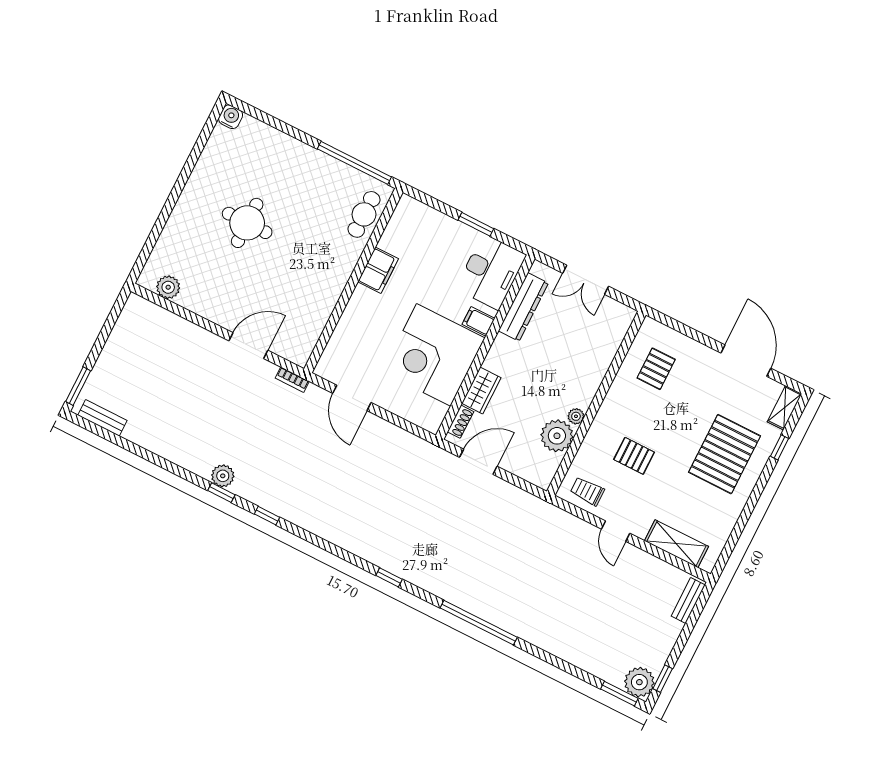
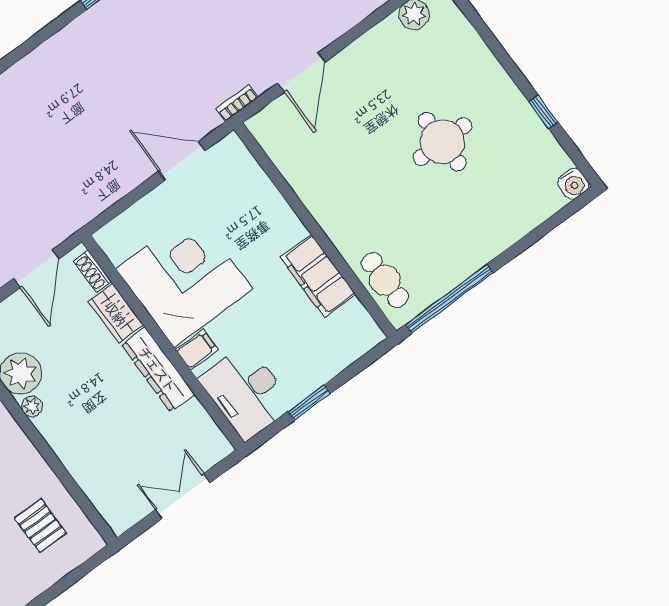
window: (191, 163) -> (543, 112), added
filing cabinet: (378, 270) -> (318, 276), width x1.50, depth x1.17
dresser: (523, 307) -> (158, 369), moved

